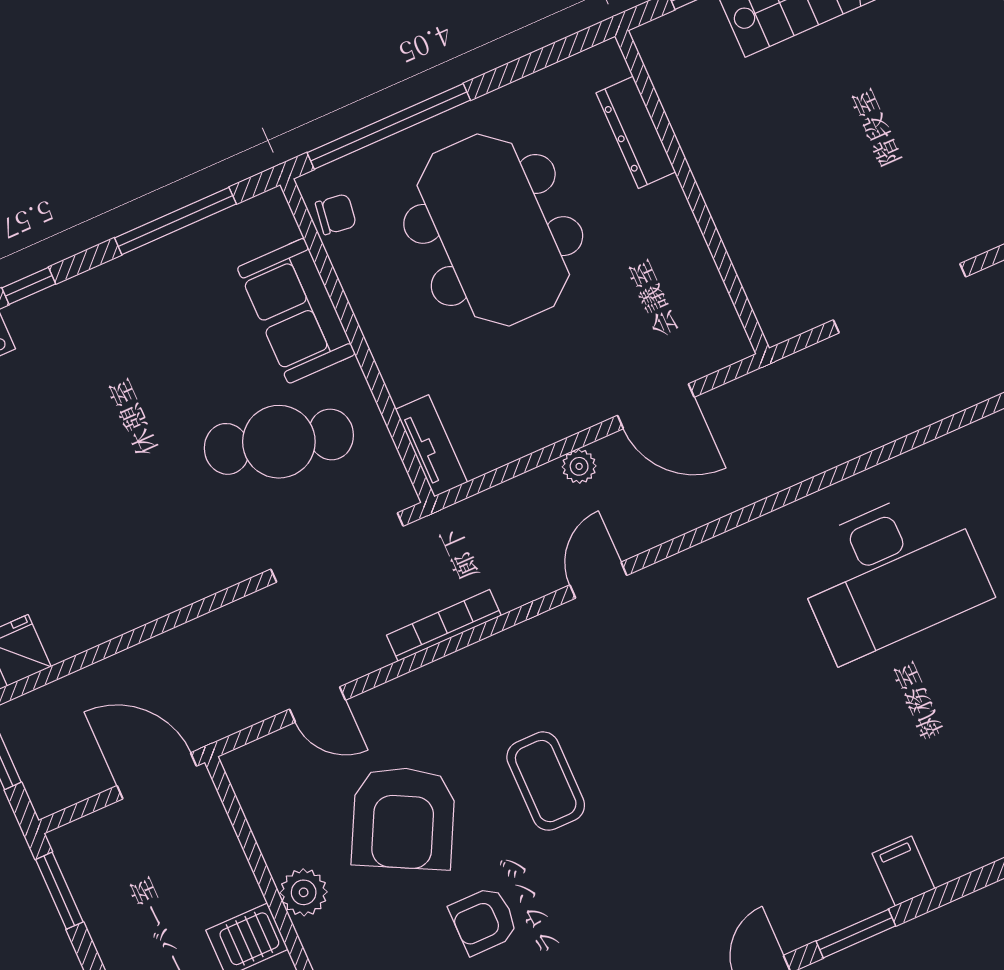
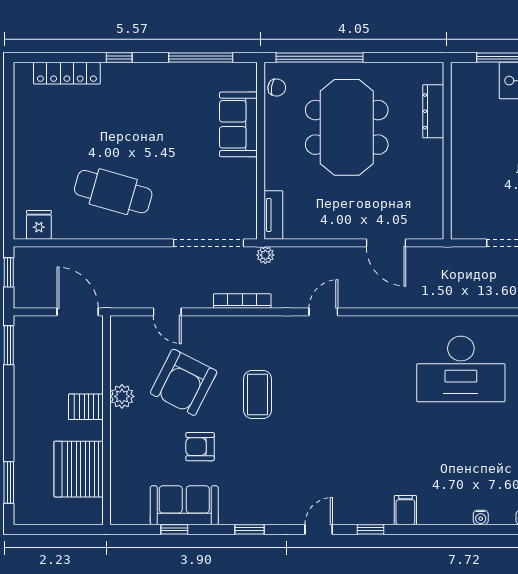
cafe table: (279, 442) -> (113, 192), moved
plant: (579, 466) -> (265, 255), moved
window: (856, 934) -> (370, 529), width x0.67

